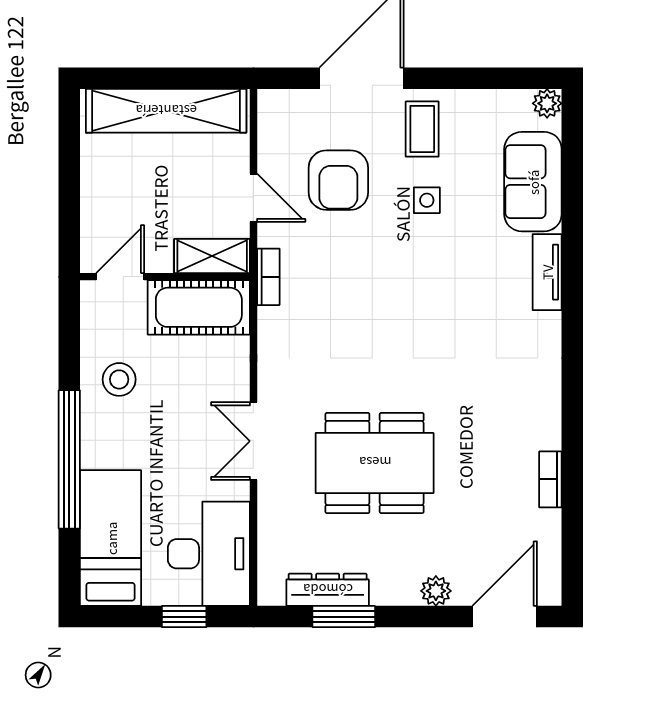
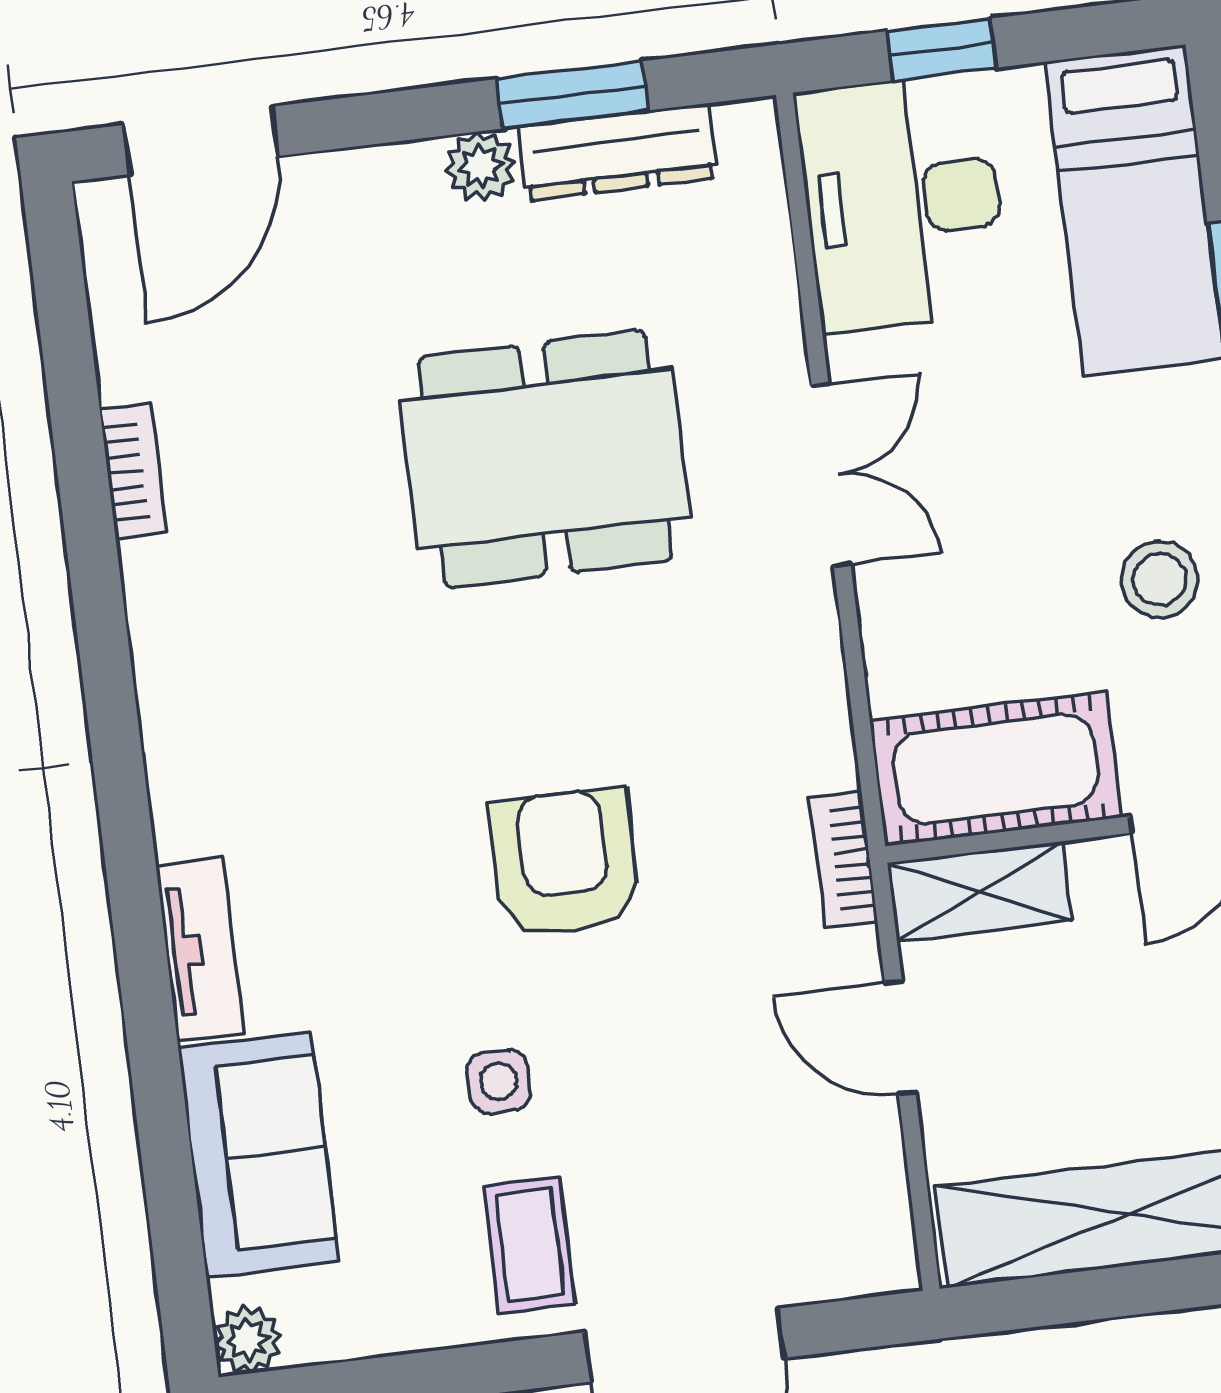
armchair: (338, 180) -> (565, 863), moved
plant: (436, 591) -> (480, 166), moved

